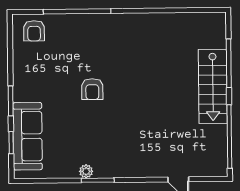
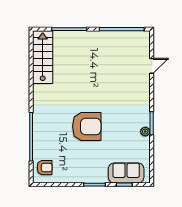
stairs: (213, 86) -> (43, 57), moved, turned -90
armchair: (92, 89) -> (87, 126), width x1.88, depth x1.88
sofa: (28, 136) -> (126, 173), width x0.73

